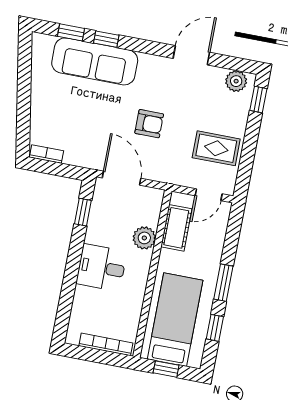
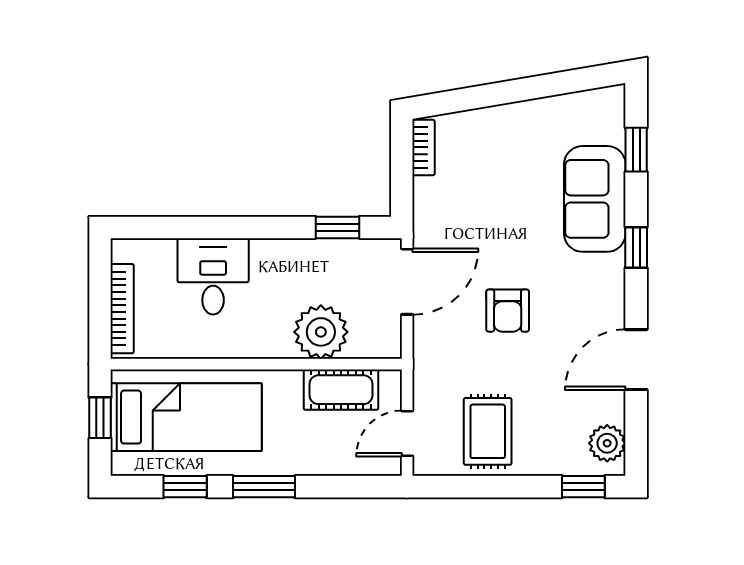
window: (106, 39) -> (636, 247), moved
door: (191, 55) -> (636, 360), swing flipped
sofa: (95, 61) -> (595, 199), width x0.73
door: (209, 195) -> (407, 433), hinge flipped
plant: (144, 238) -> (321, 332), width x1.36, depth x1.36
desk: (101, 268) -> (213, 276), moved

